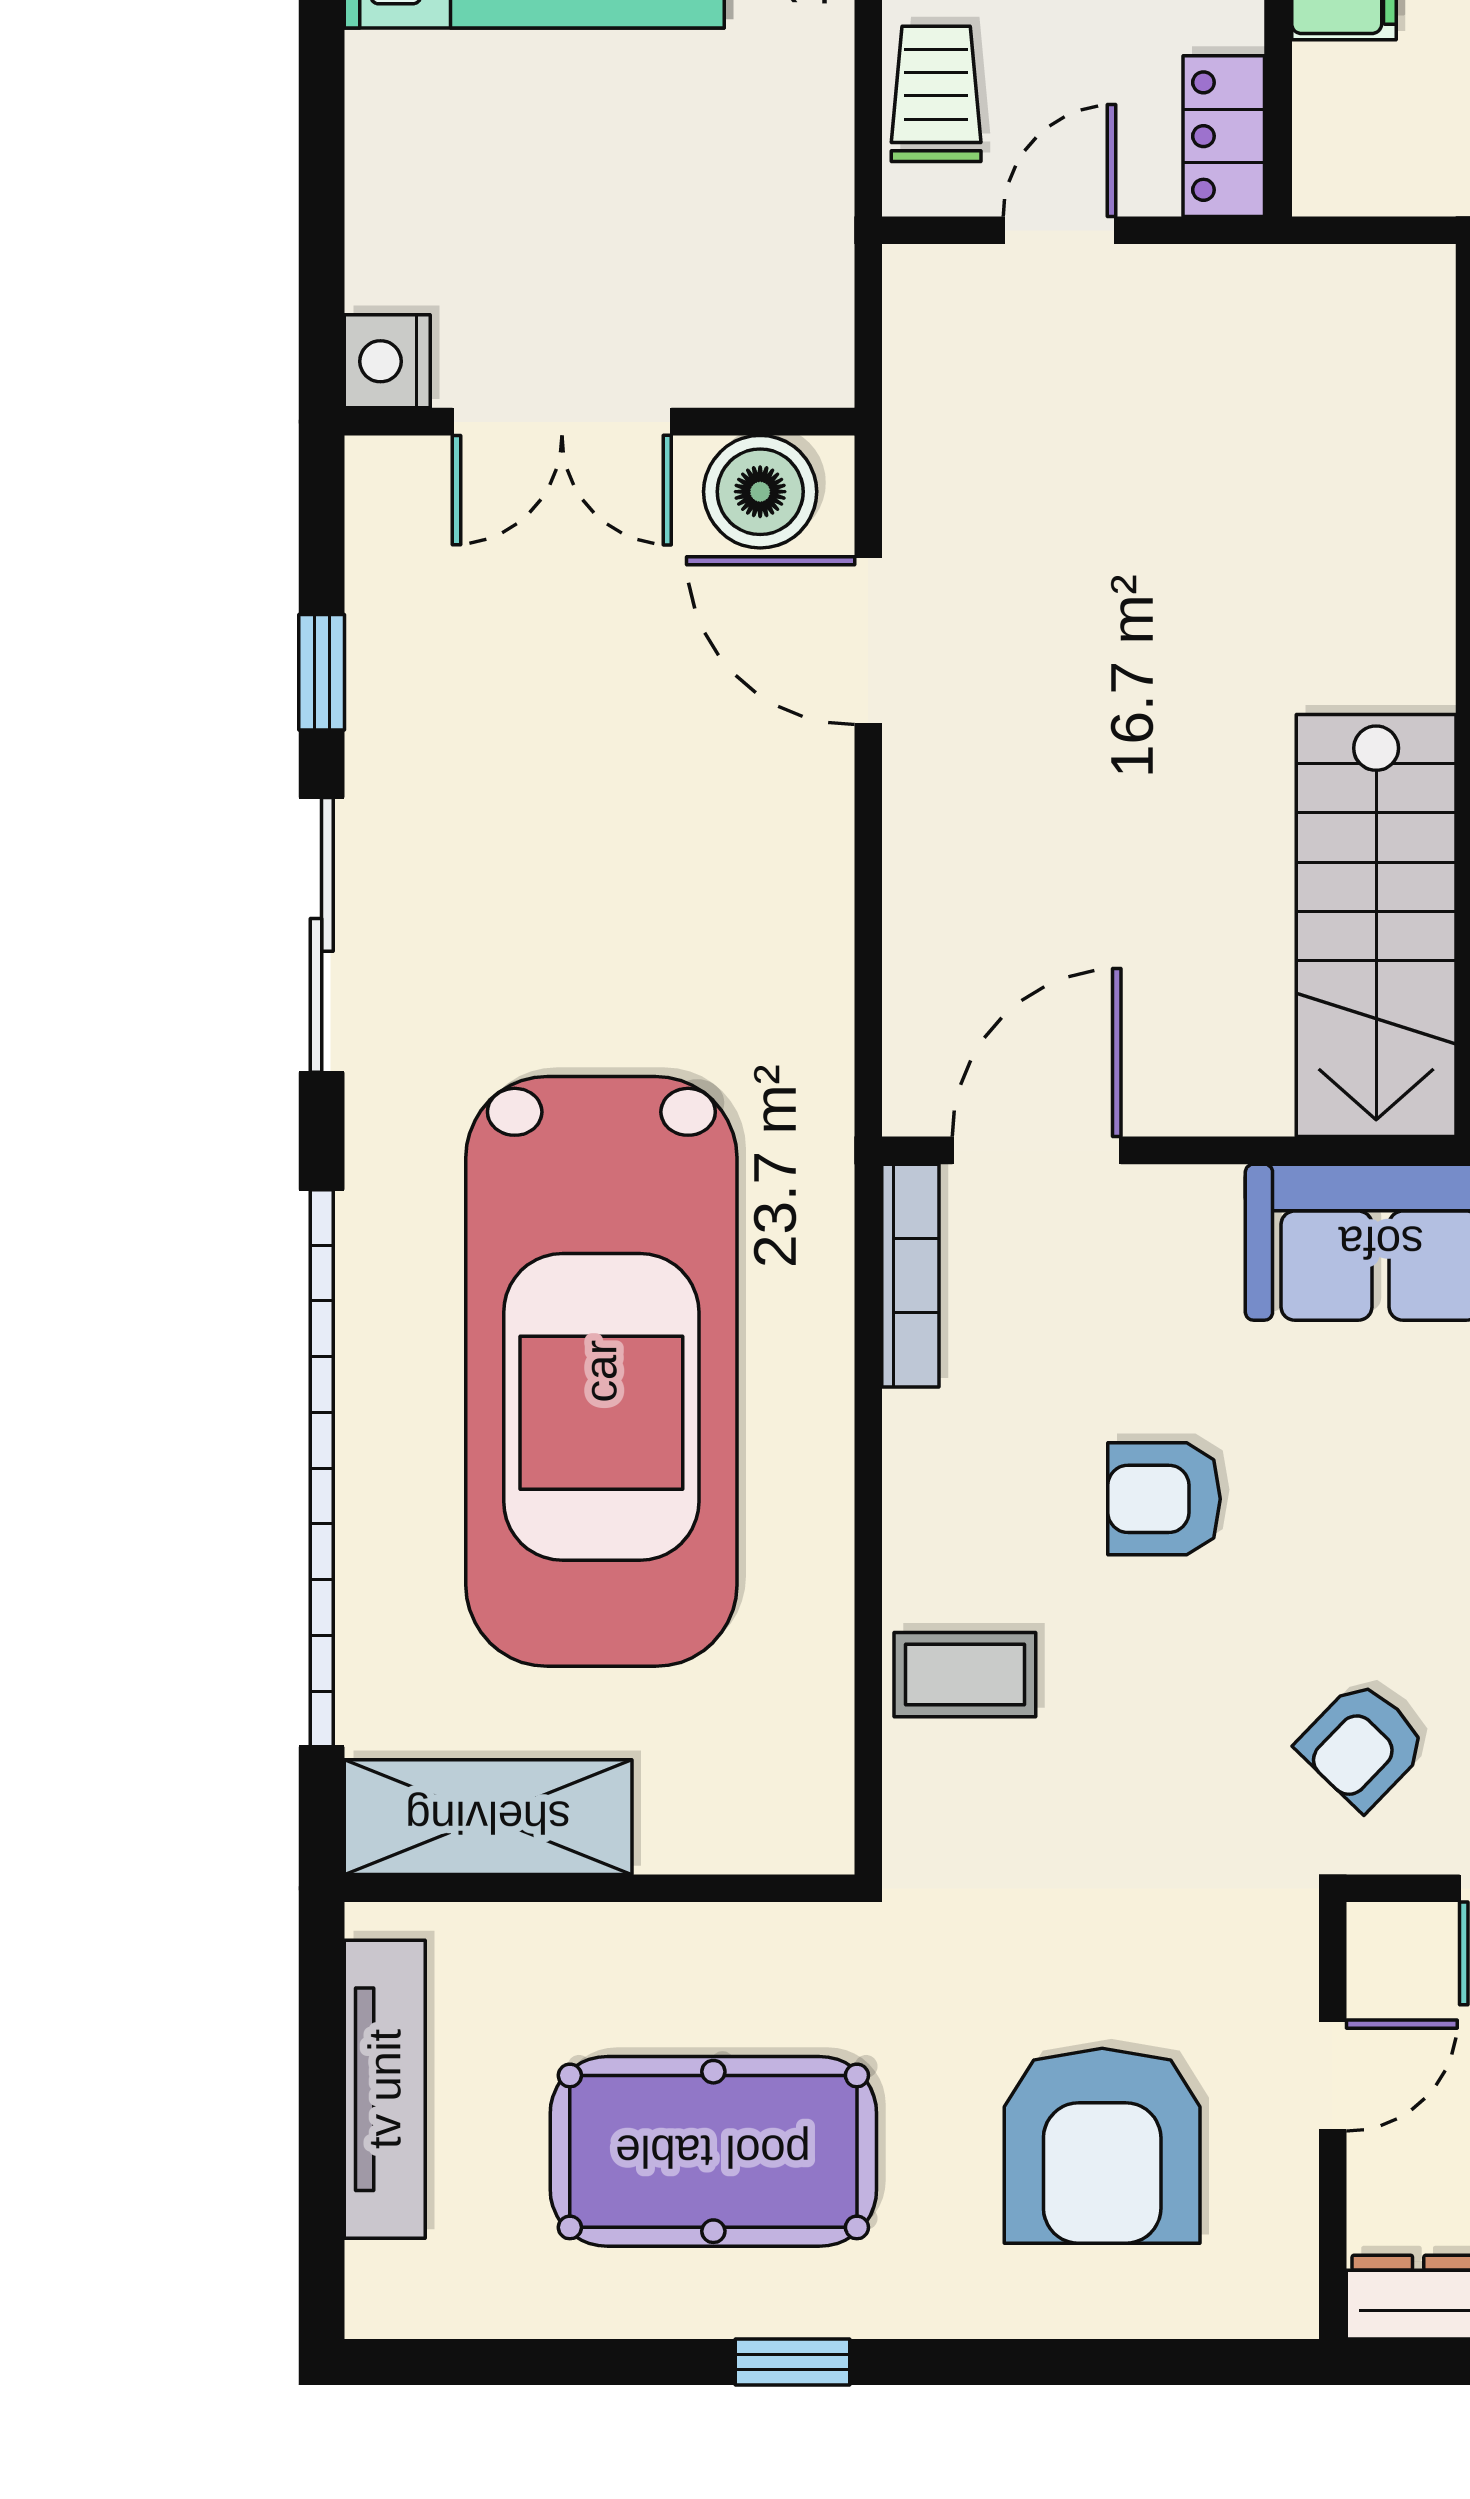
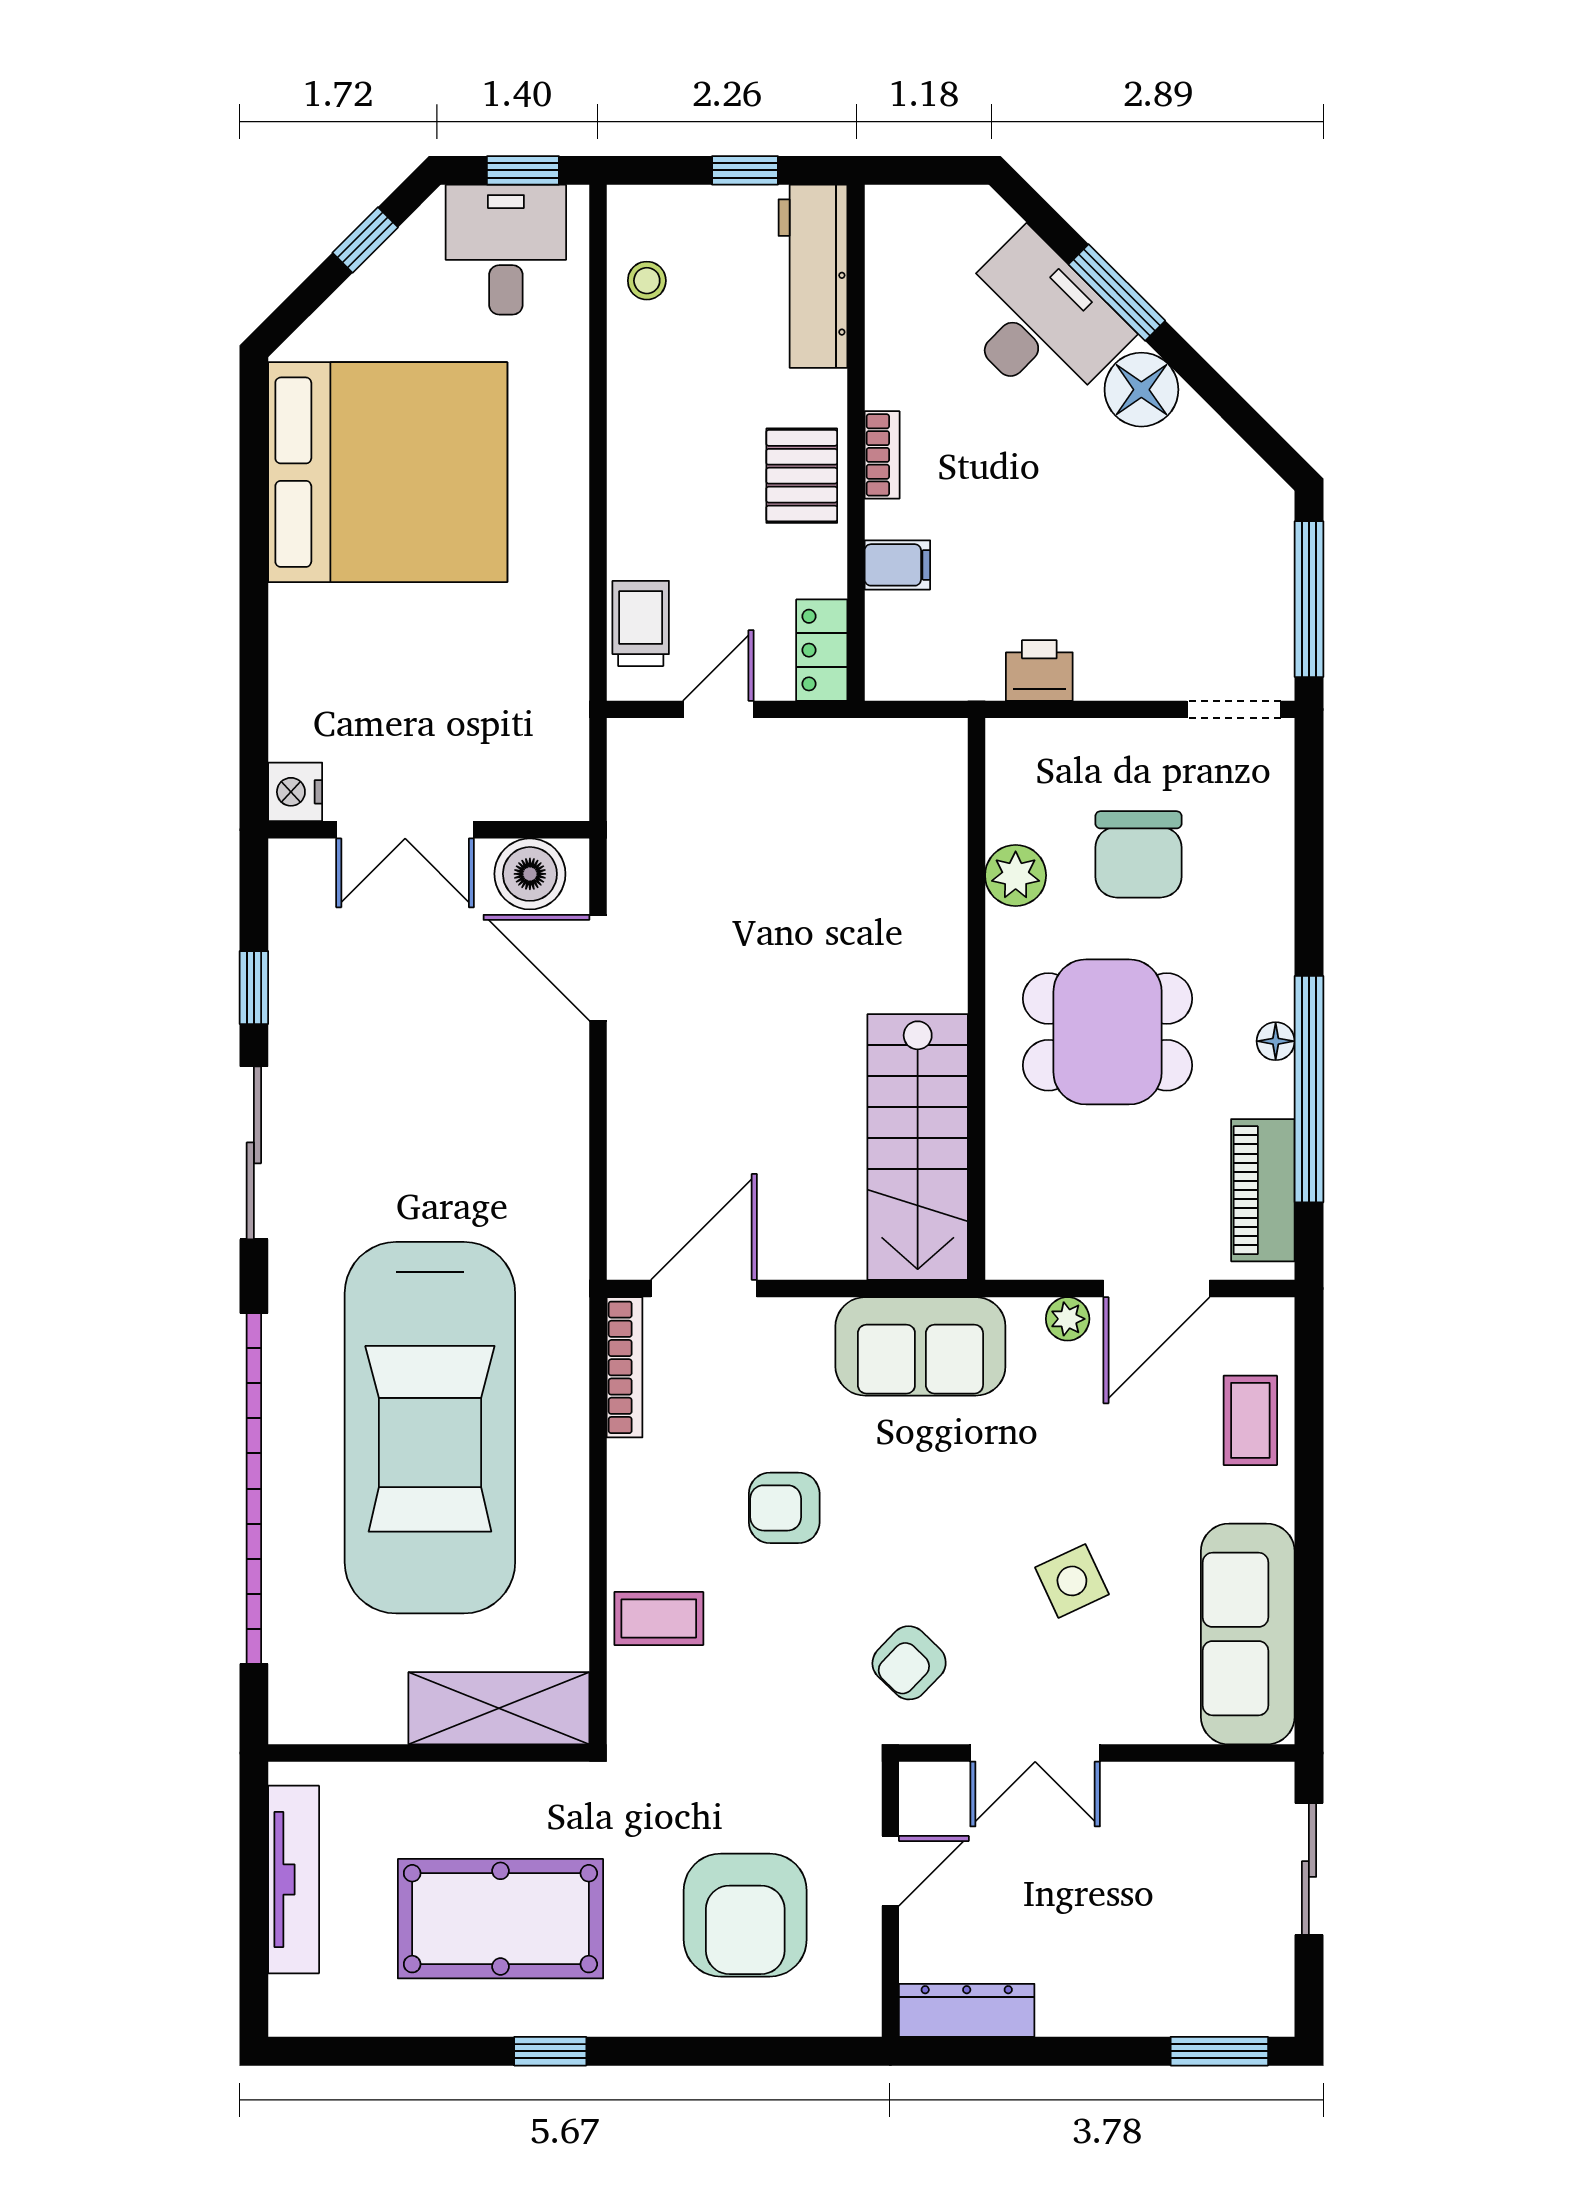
shelving: (488, 1817) -> (499, 1708), moved

